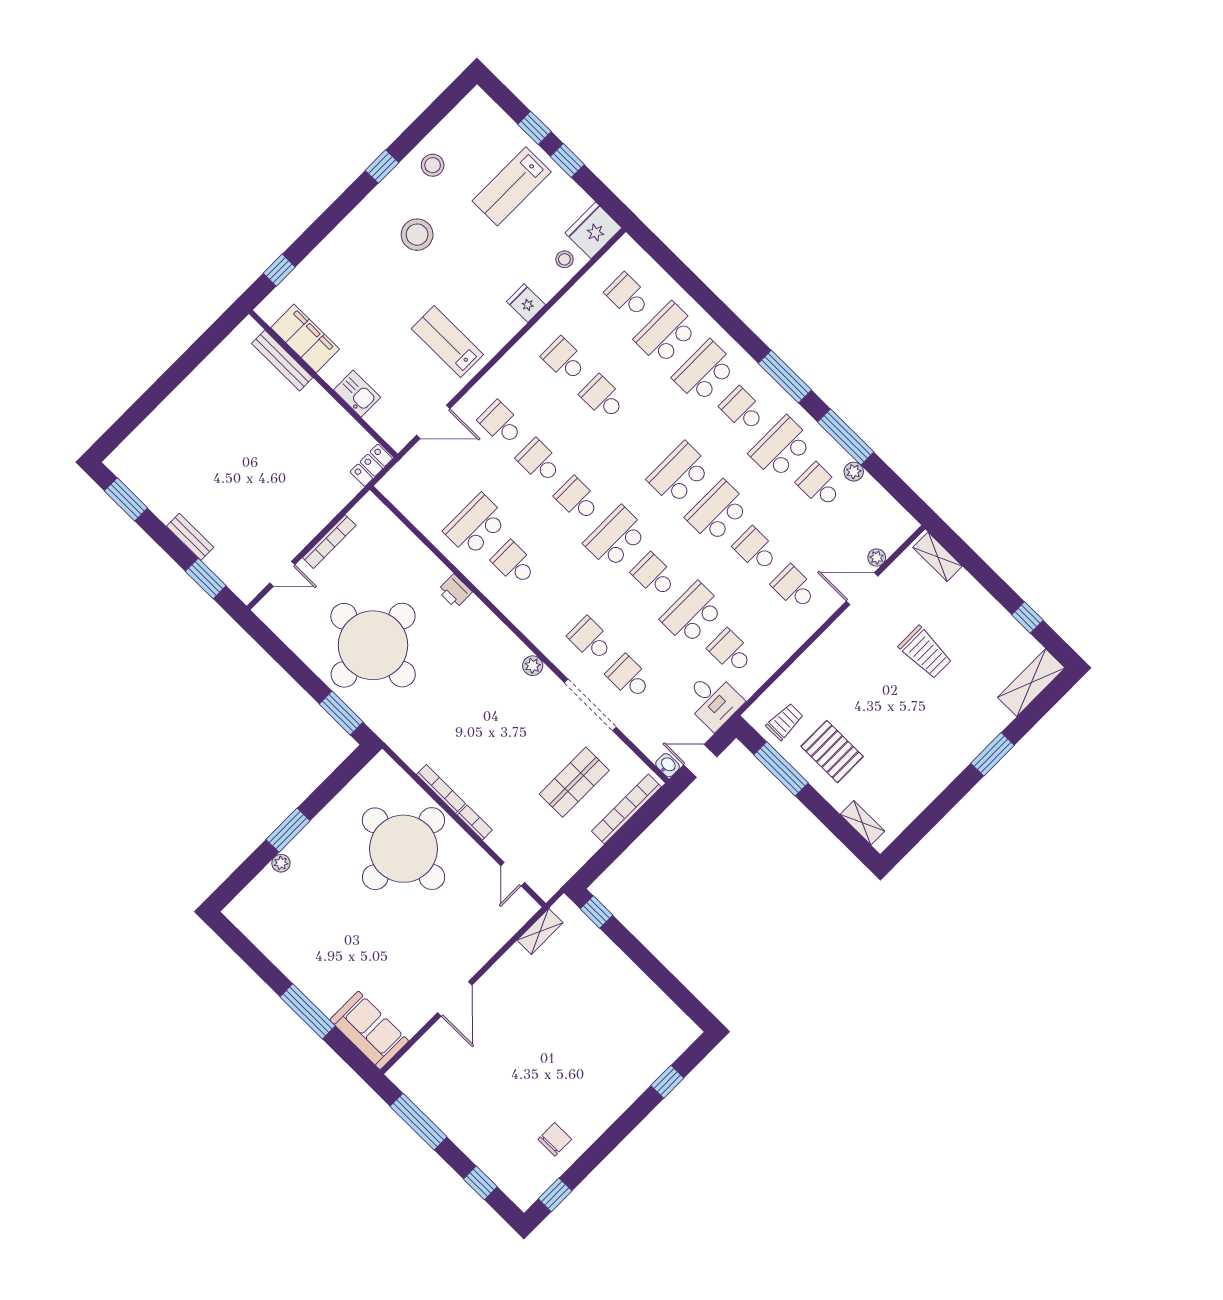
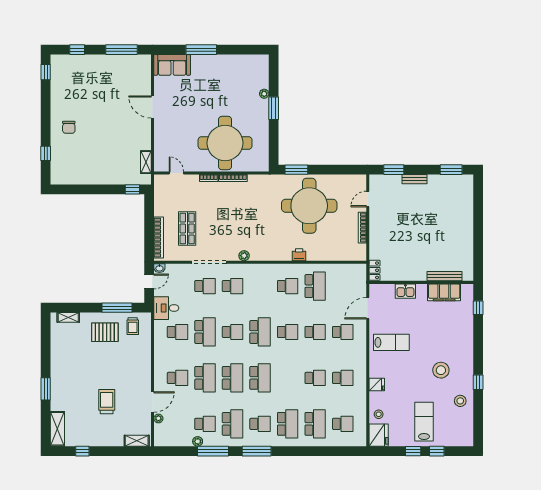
school desk: (756, 550) -> (205, 378), width x1.85
trolley: (925, 653) -> (107, 402), turned 90
chair: (555, 1139) -> (69, 127), moved

